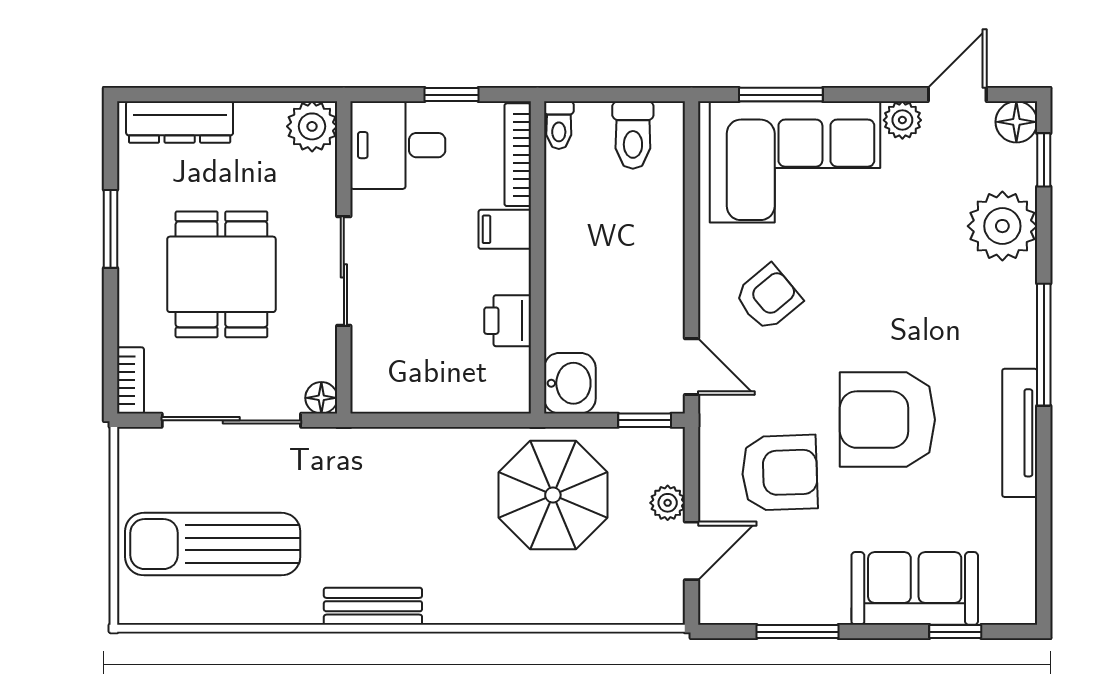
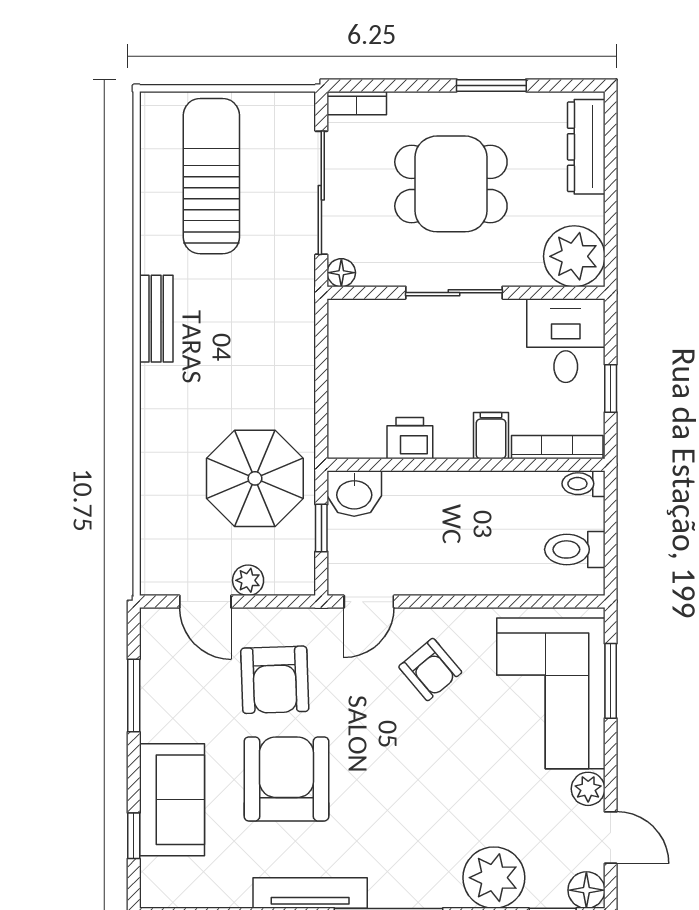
plant: (312, 126) -> (574, 256), width x1.36, depth x1.36
window: (645, 420) -> (321, 528), moved
armchair: (887, 420) -> (286, 779), moved

